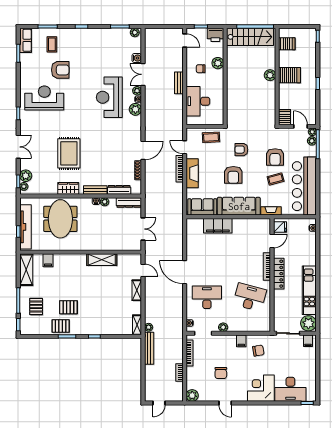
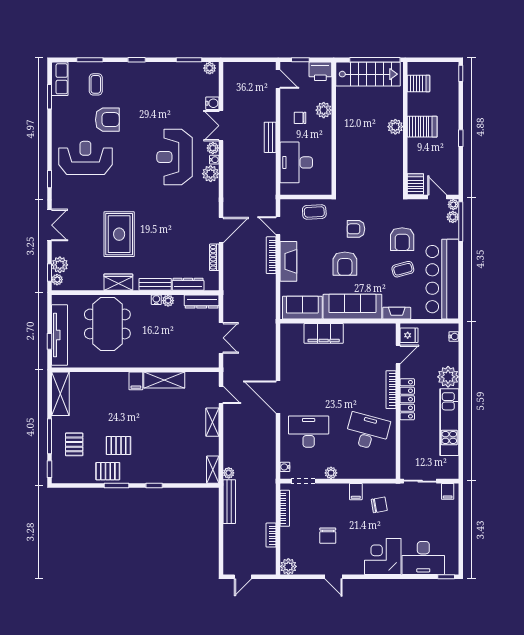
filing cabinet: (48, 260) -> (136, 381), moved
plant: (308, 323) -> (448, 377), moved

